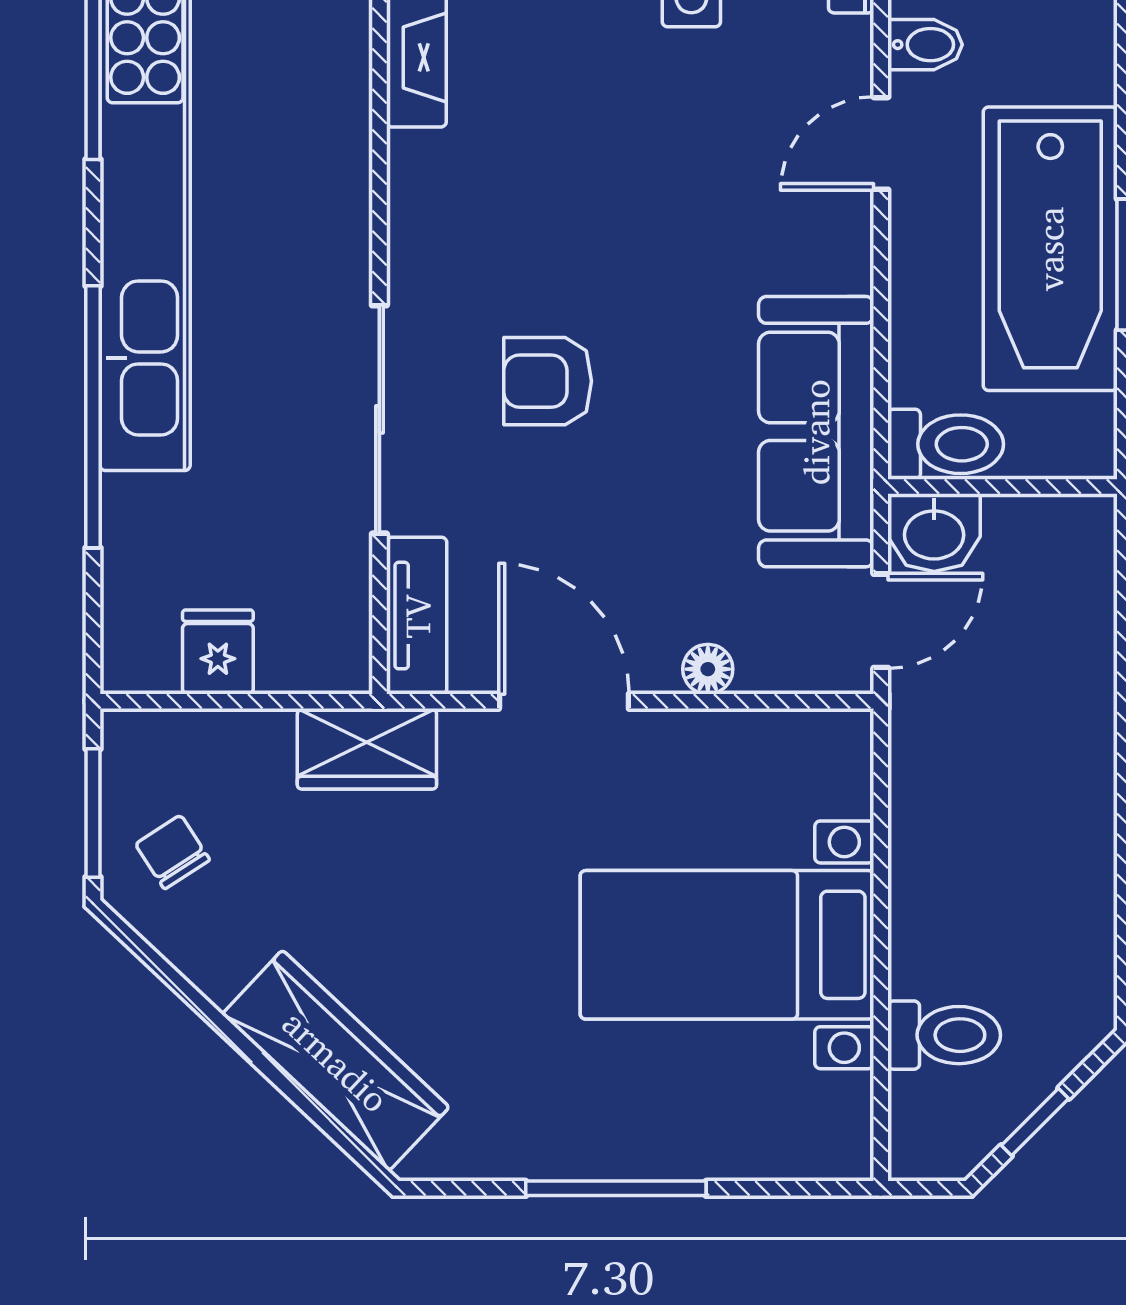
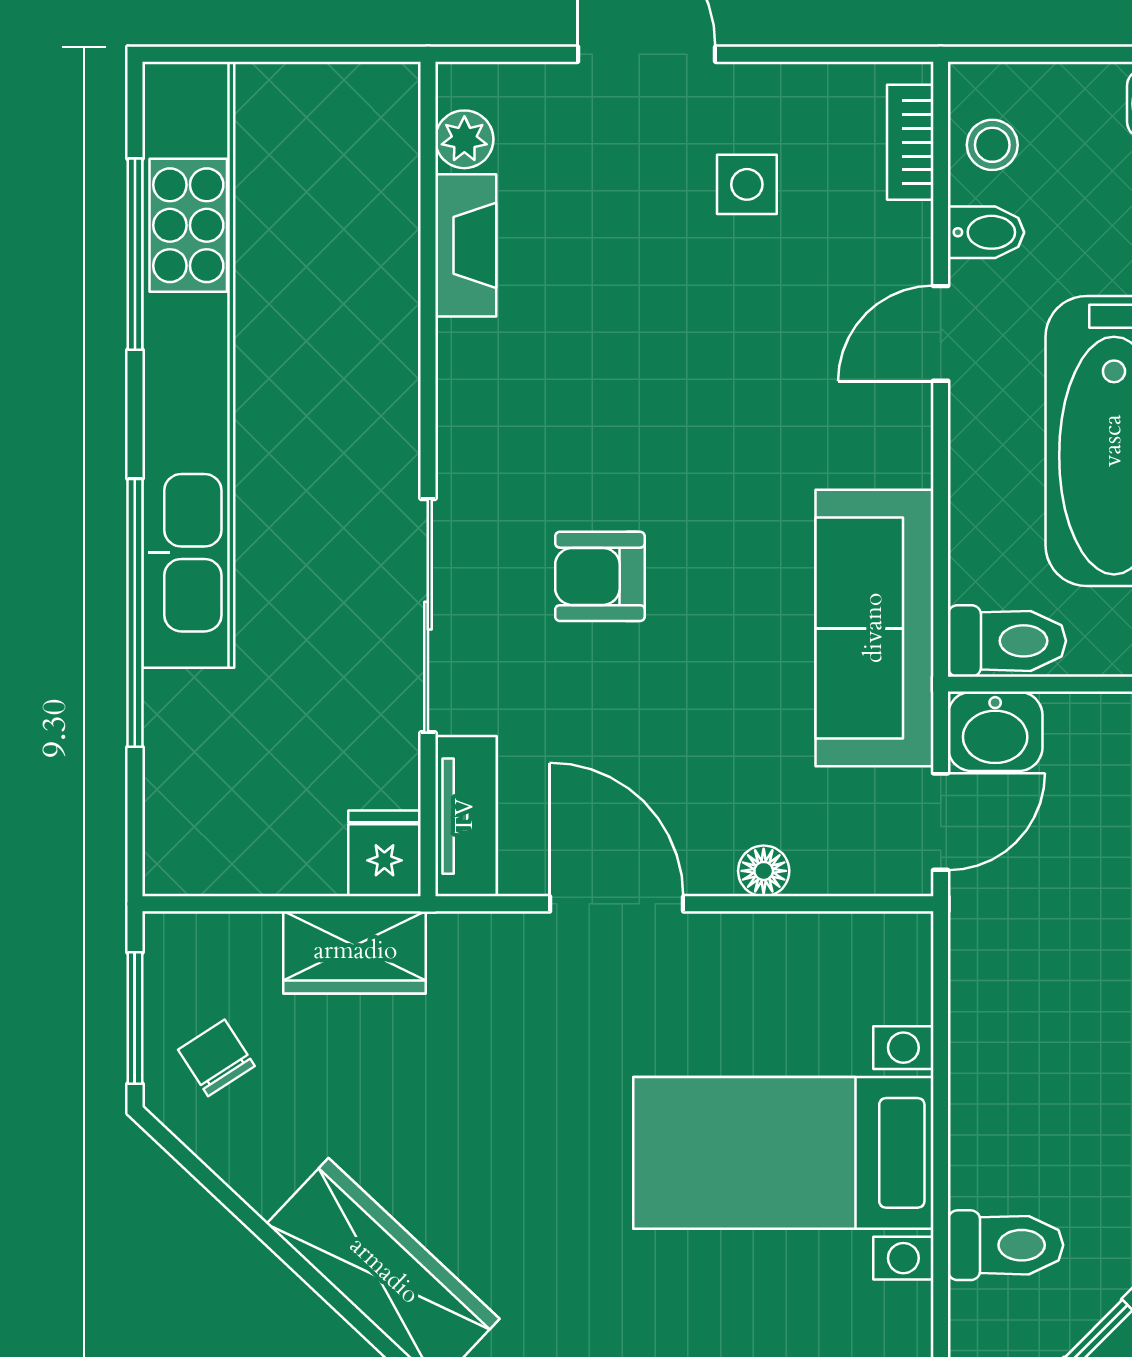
fridge: (218, 652) -> (384, 853), moved
wardrobe: (367, 749) -> (355, 952), moved

